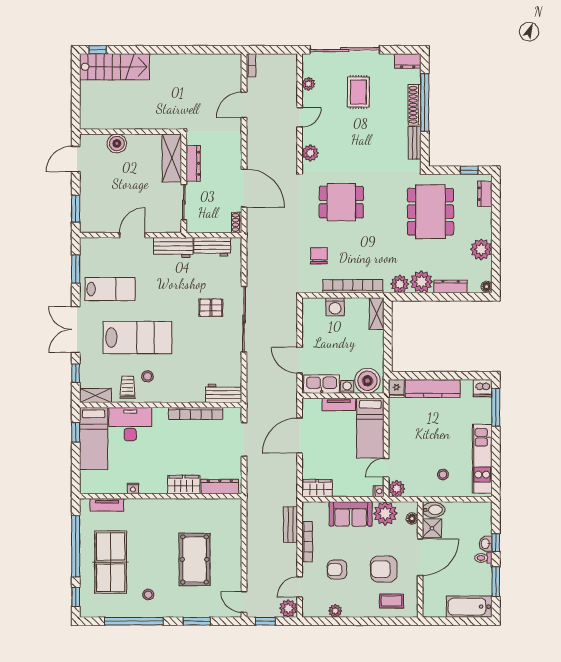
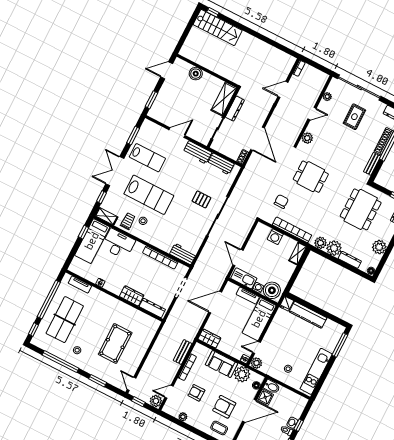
dishwasher: (483, 388) -> (338, 330), removed

